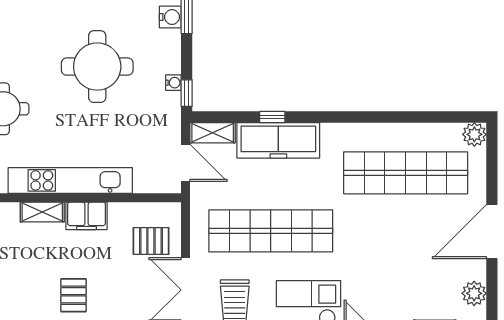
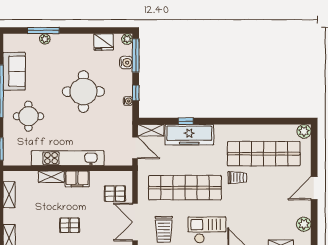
window: (187, 93) -> (136, 93), moved
trolley: (360, 214) -> (237, 178), added
door: (492, 232) -> (314, 188), width x0.73
pallet: (73, 295) -> (70, 225), turned 90

